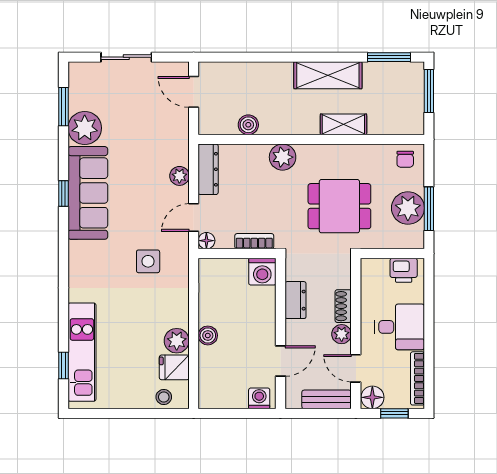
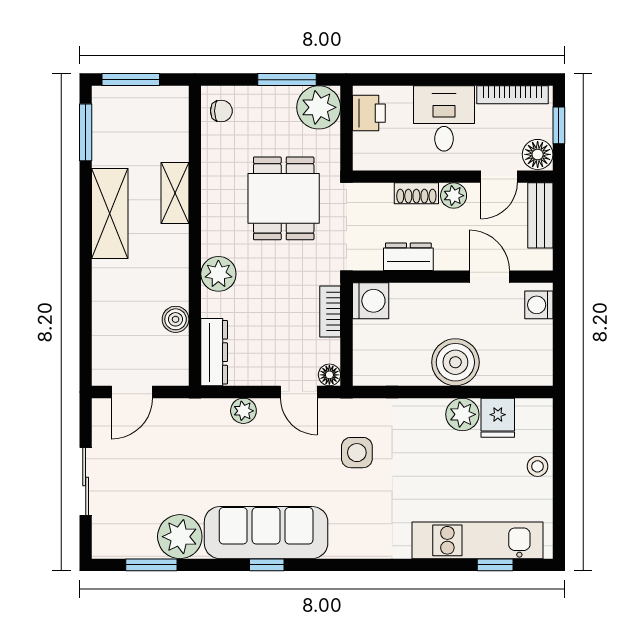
dresser: (208, 169) -> (214, 352), moved, turned 90
plant: (408, 208) -> (319, 107), moved
boiler: (208, 335) -> (455, 362), width x1.86, depth x1.86
stool: (164, 397) -> (538, 466), moved

